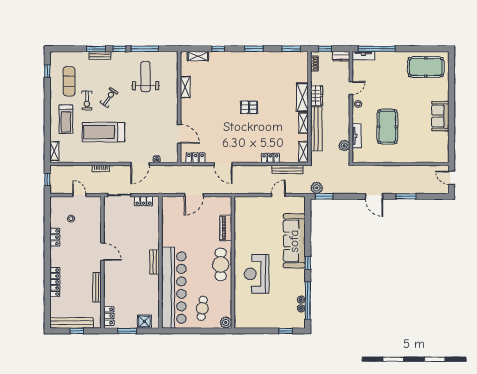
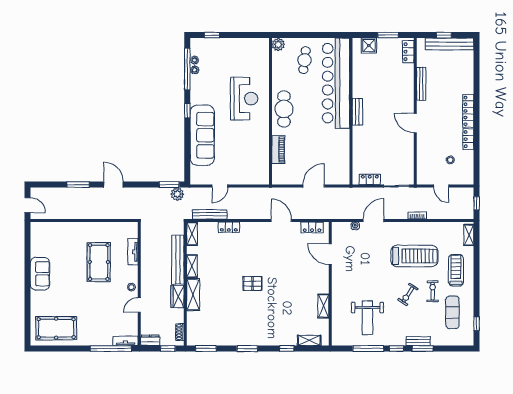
plant: (344, 146) -> (147, 241), removed
locker: (55, 282) -> (468, 111), moved

